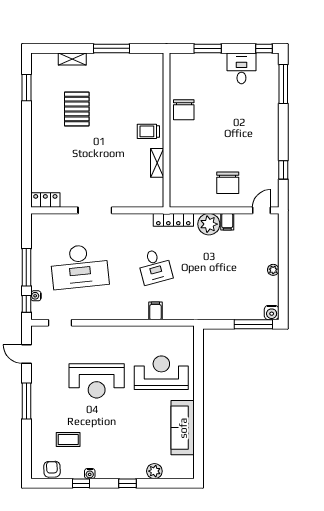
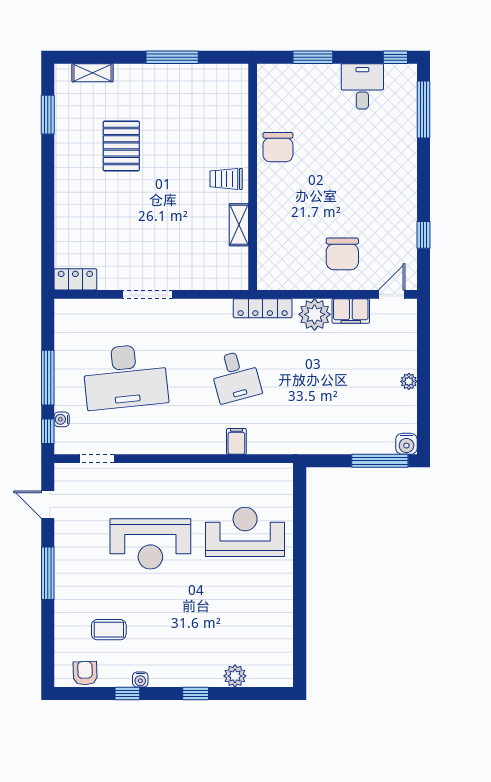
shelving: (72, 59) -> (92, 73), moved
filing cabinet: (227, 222) -> (351, 311), width x2.00
sofa: (183, 428) -> (276, 612), removed

